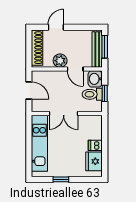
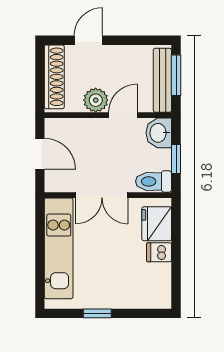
door: (75, 69) -> (123, 115), swing flipped
toilet: (92, 94) -> (154, 181), moved
fridge: (94, 161) -> (157, 224), moved

